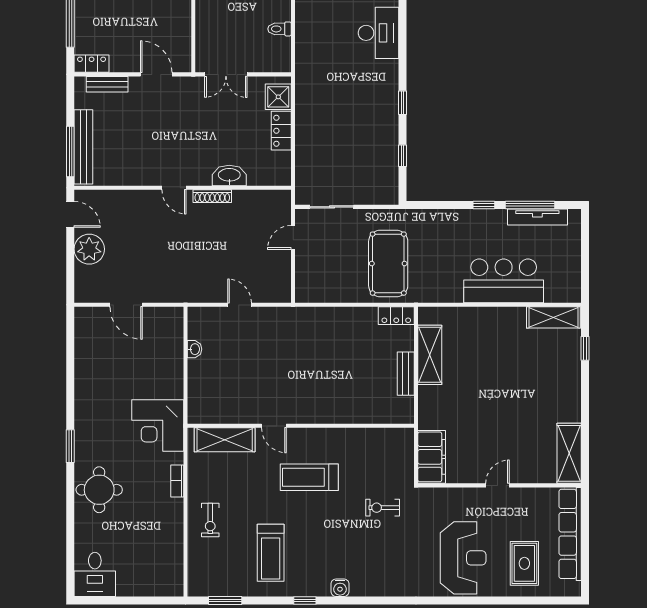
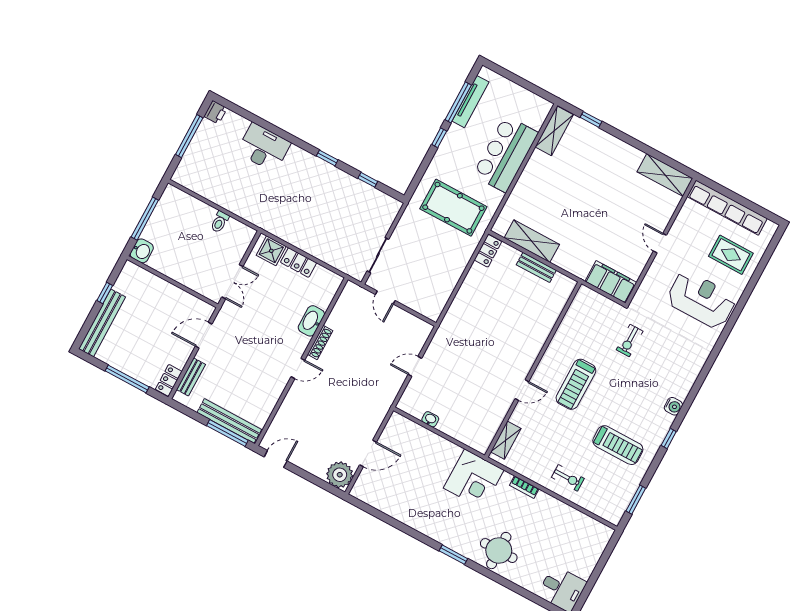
plant: (89, 249) -> (340, 475), moved
pool table: (388, 264) -> (453, 208), moved
shelving: (225, 440) -> (506, 440), width x0.67, depth x0.75

